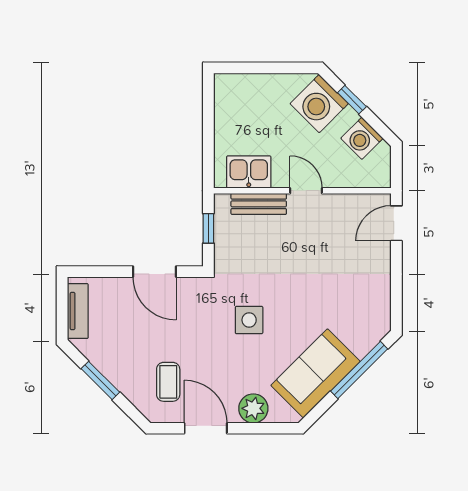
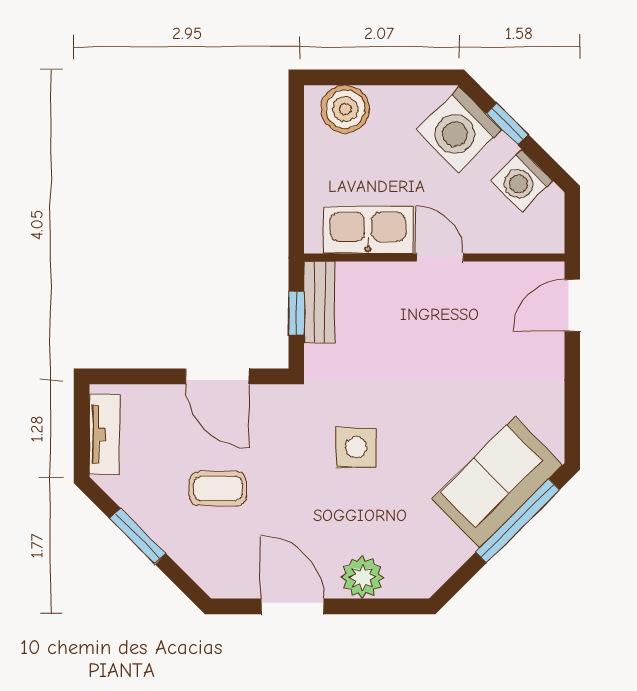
boiler: (242, 90) -> (345, 109), added
kitchen sink: (249, 172) -> (368, 230), width x1.38
bench: (259, 204) -> (319, 302), moved, turned 90
sofa: (315, 373) -> (497, 482), moved
coffee table: (168, 382) -> (218, 488), moved, turned 90

